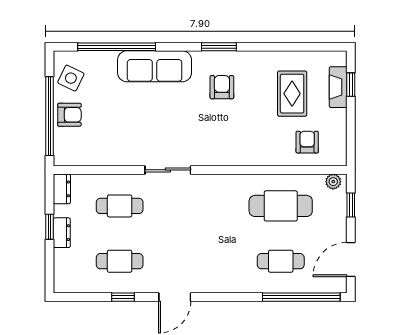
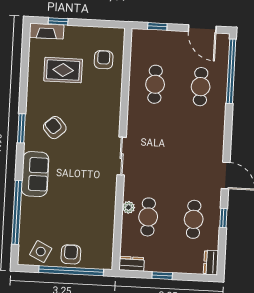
sofa: (155, 66) -> (35, 174), width x0.73
armchair: (222, 87) -> (55, 128), turned 48
fireplace: (338, 87) -> (47, 31), moved
armchair: (307, 142) -> (104, 60), turned 90
sliding door: (168, 170) -> (122, 156), moved
plant: (333, 182) -> (129, 207), moved
cafe table: (281, 206) -> (155, 84), width x0.73, depth x0.74
dresser: (62, 233) -> (211, 263), moved, turned -90

